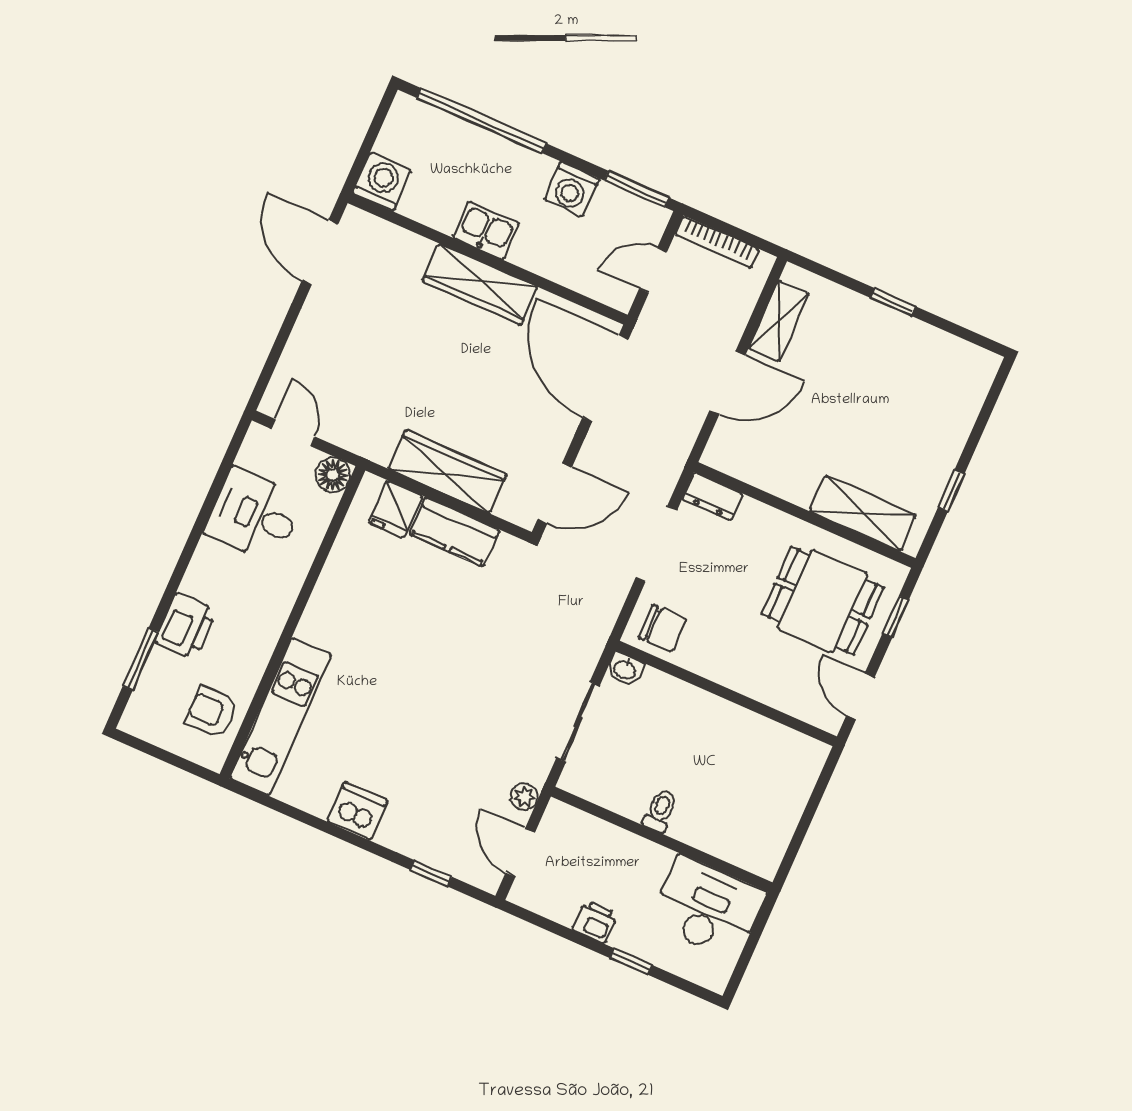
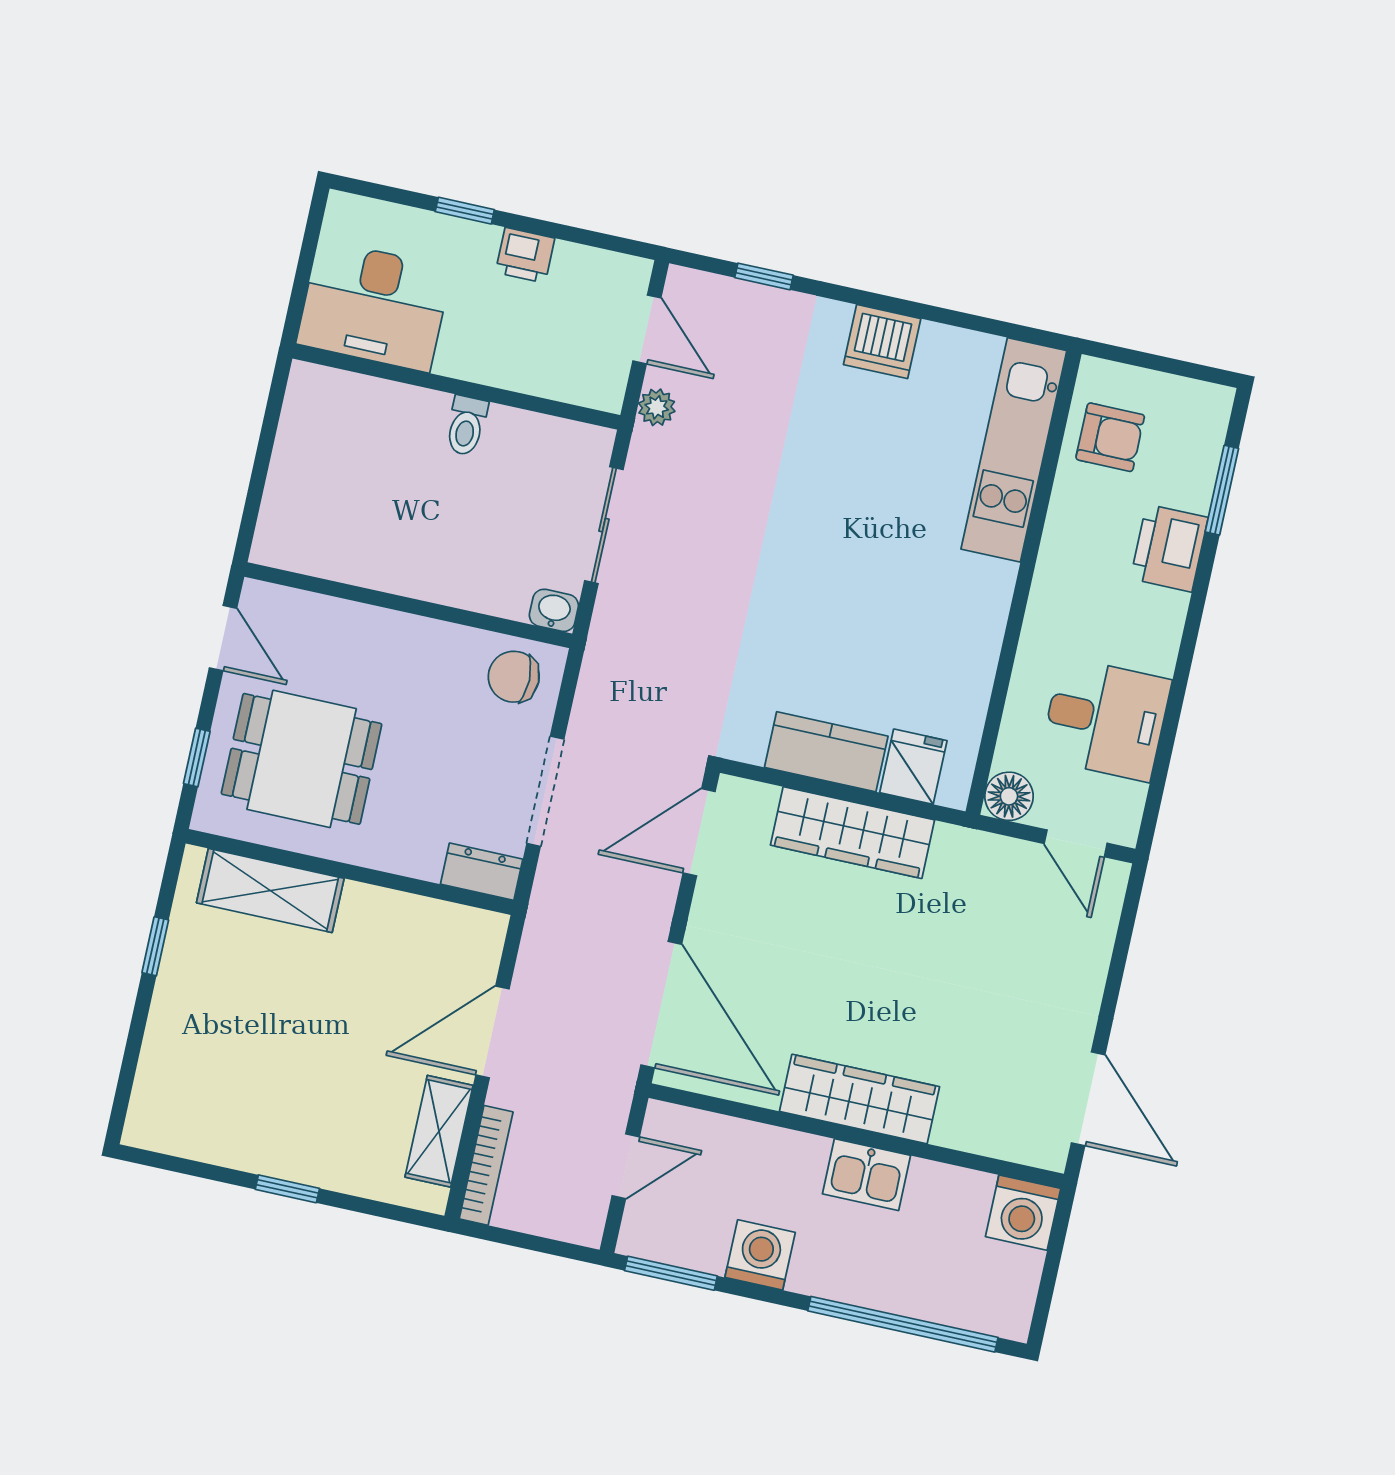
bookcase: (717, 242) -> (486, 1165), moved, turned 90

